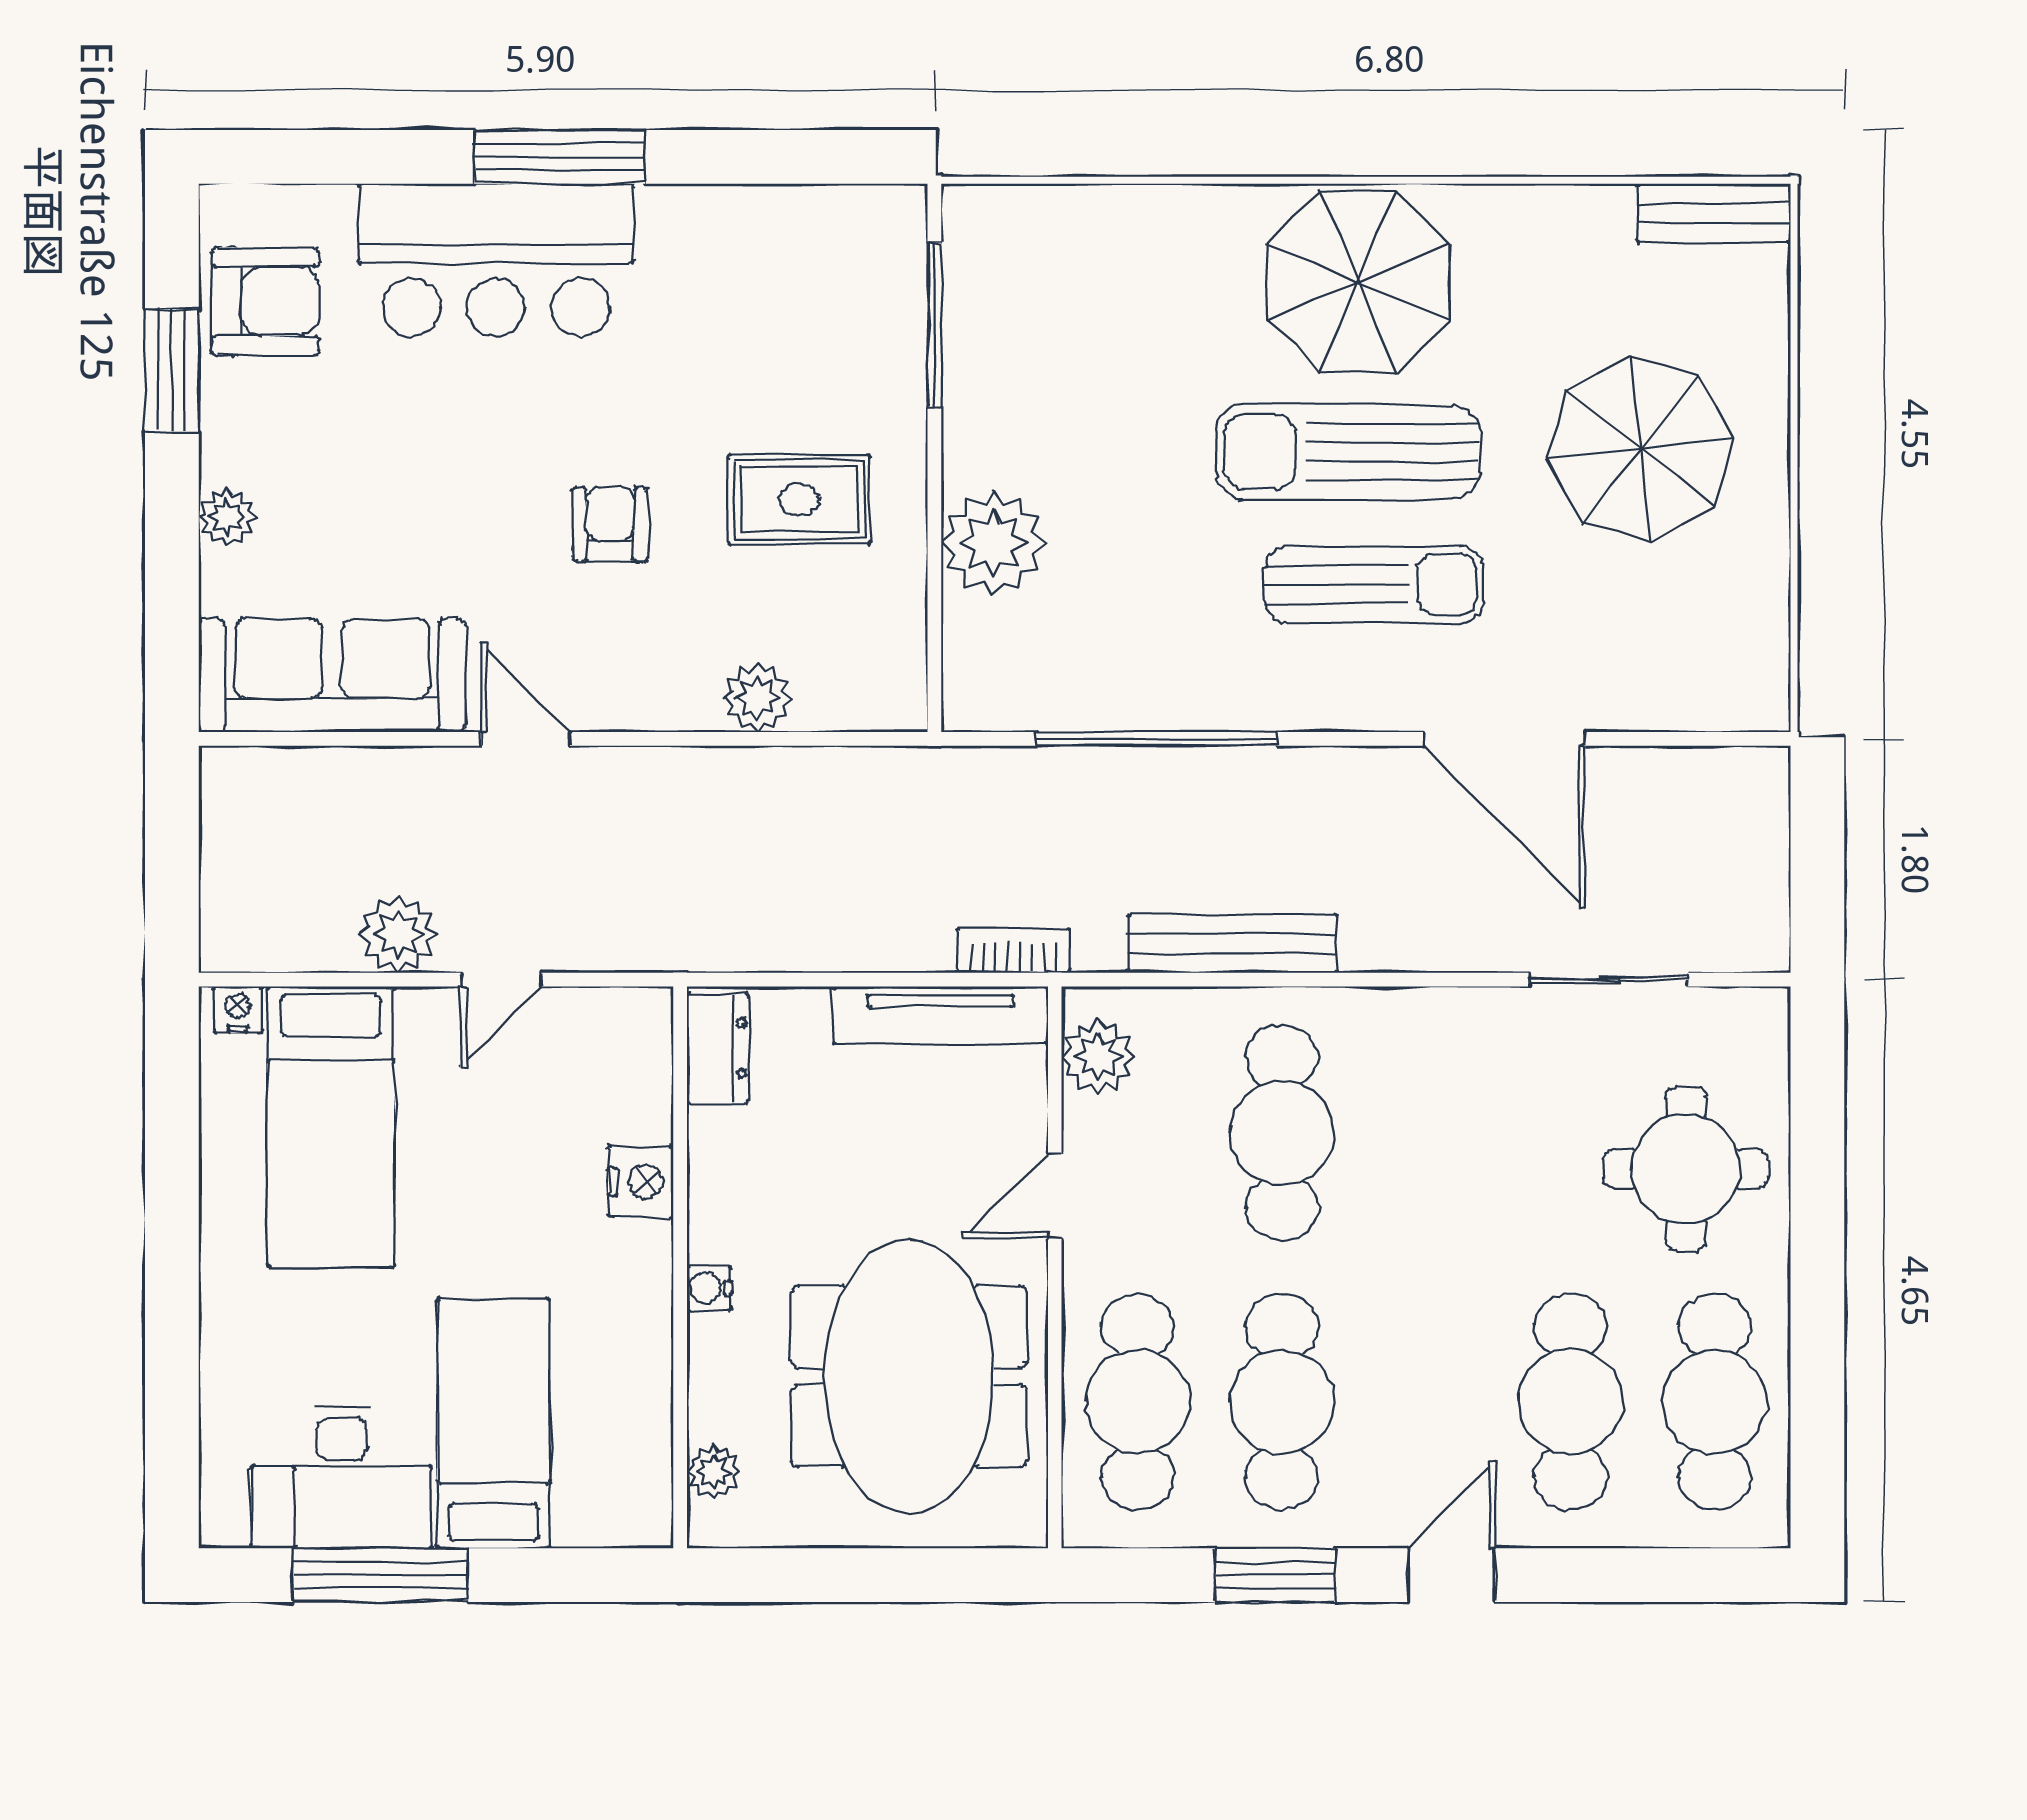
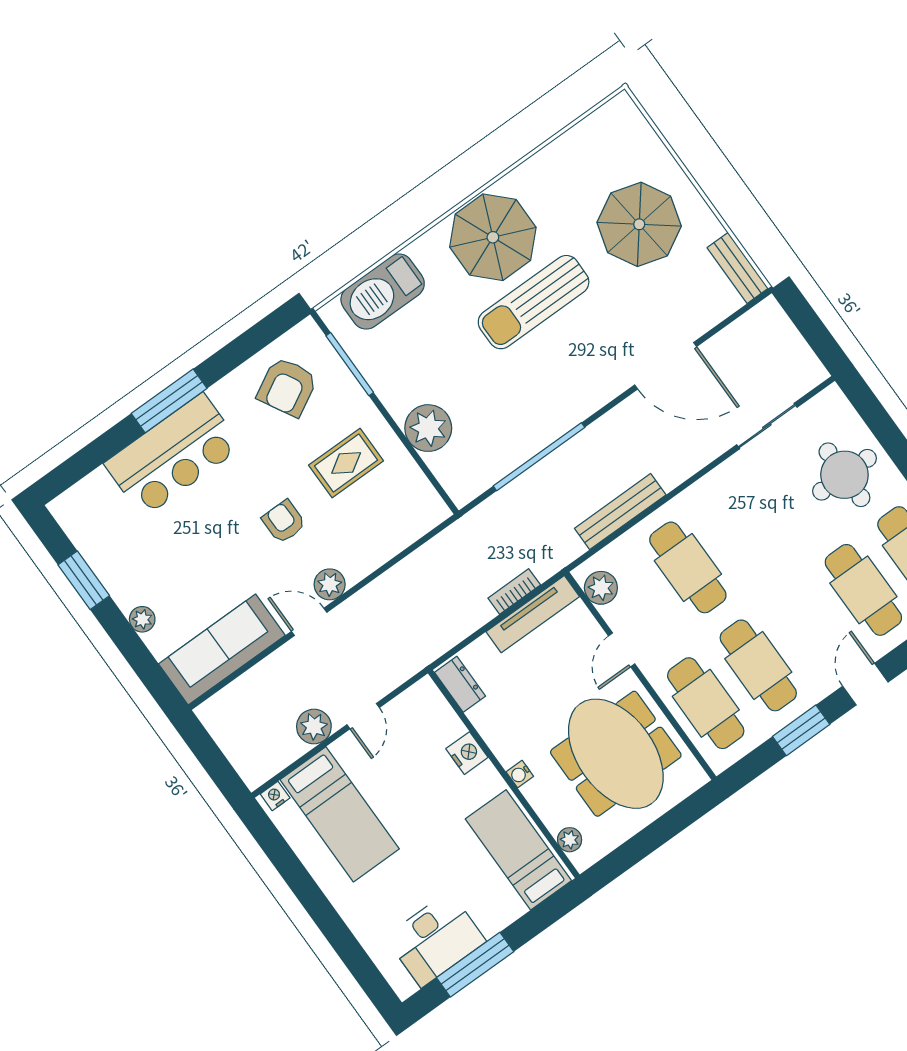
bench: (1714, 213) -> (738, 268), moved, turned 90
barbecue: (1088, 236) -> (383, 291), added
armchair: (265, 301) -> (287, 387), moved, turned 151
sun lounger: (1374, 584) -> (578, 343), removed
plant: (757, 698) -> (330, 584), moved
bookcase: (1014, 950) -> (514, 592), moved
bed: (493, 1423) -> (518, 850), moved

